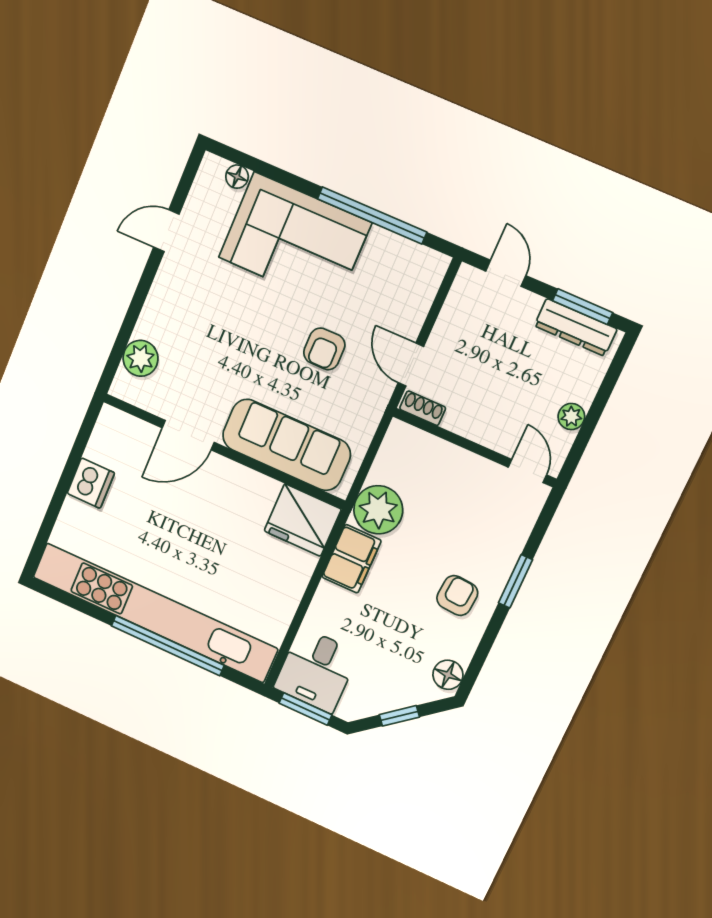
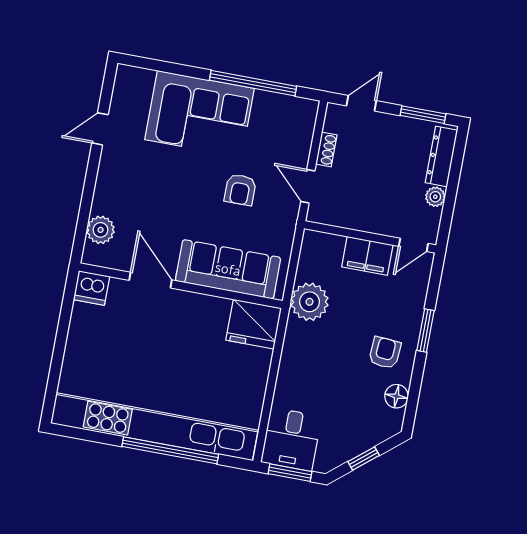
floor lamp: (237, 177) -> (145, 77), removed
door: (506, 273) -> (361, 103), hinge flipped
dresser: (576, 327) -> (441, 156), moved, turned 90
shoe rack: (423, 408) -> (326, 149), moved, turned 90
door: (188, 435) -> (150, 280), swing flipped
door: (527, 471) -> (413, 245), swing flipped
dishwasher: (91, 483) -> (92, 288), moved, turned 90
filing cabinet: (352, 559) -> (367, 256), moved, turned 90
floor lamp: (448, 675) -> (397, 396), moved

